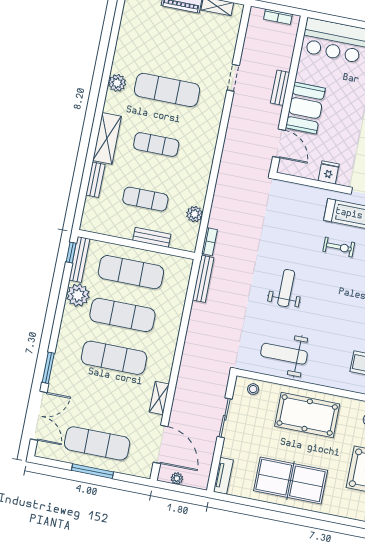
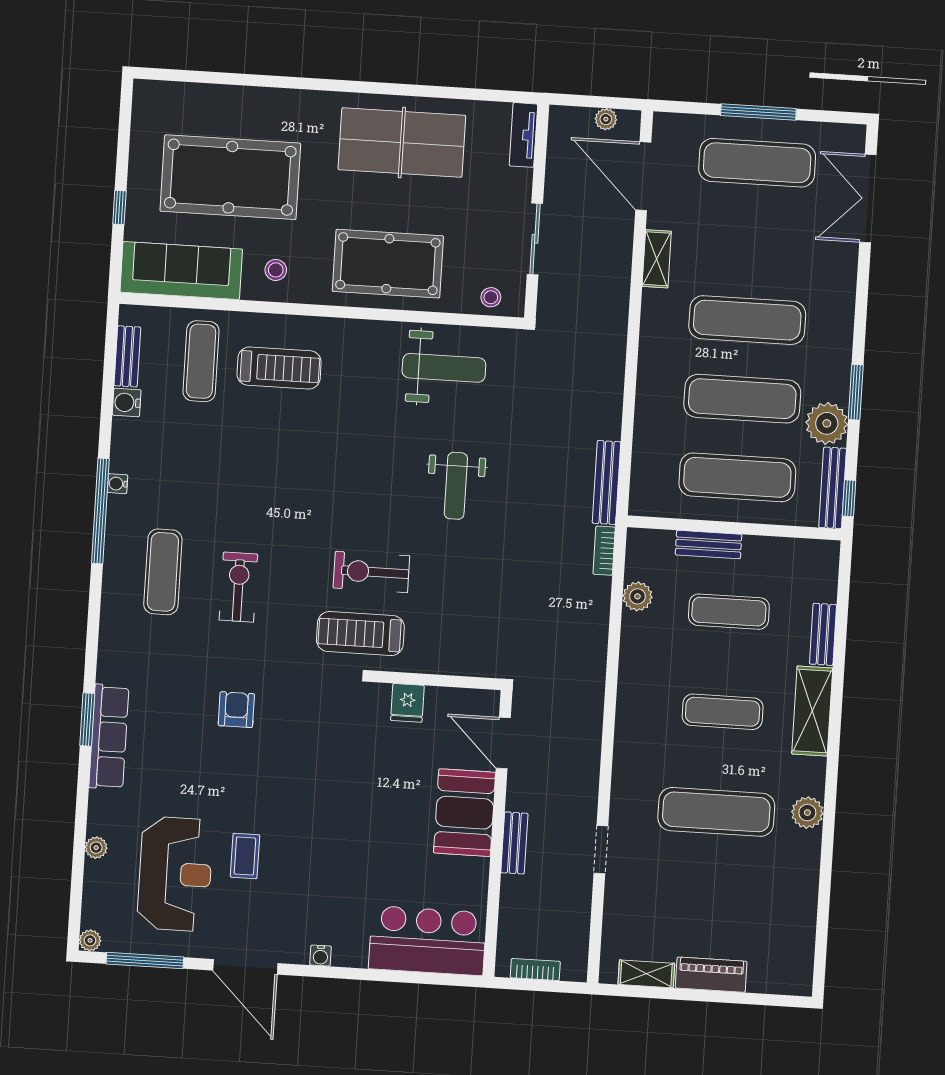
exercise bike: (339, 247) -> (371, 572), width x1.38, depth x1.39
window: (48, 368) -> (856, 392), moved

